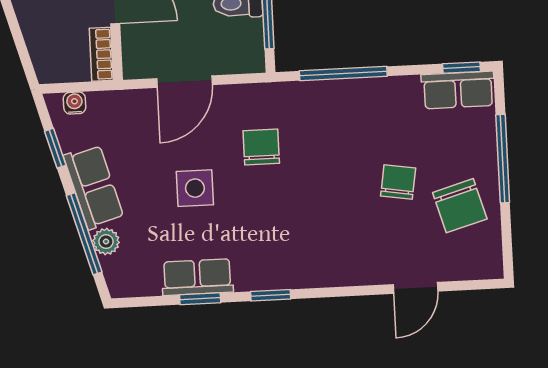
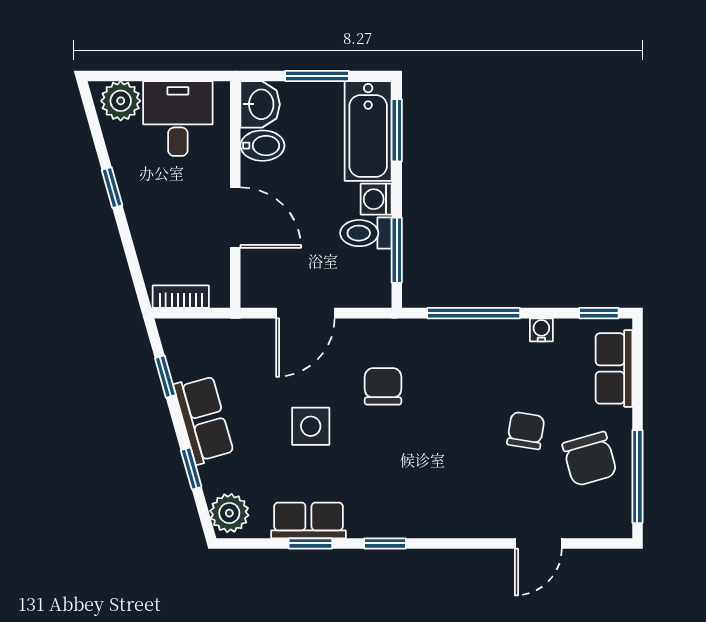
bookcase: (101, 54) -> (181, 297), moved, turned 90
row of seats: (458, 90) -> (614, 368), moved, turned 90
water cooler: (75, 103) -> (541, 330), moved
window: (503, 159) -> (637, 477), moved
window: (84, 234) -> (191, 469), width x0.46
plant: (106, 242) -> (229, 513), moved, width x1.38, depth x1.38

